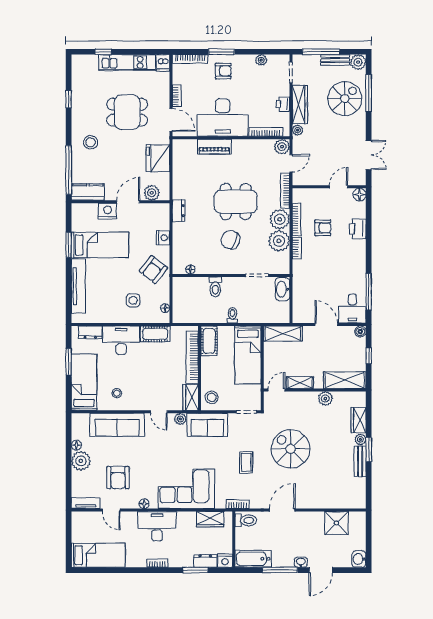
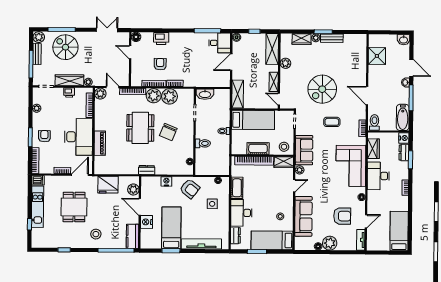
cot: (209, 341) -> (258, 148), moved
desk: (157, 526) -> (378, 176), moved

